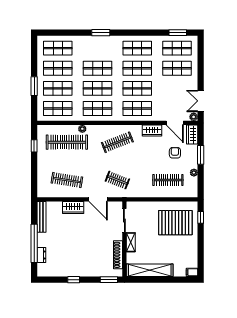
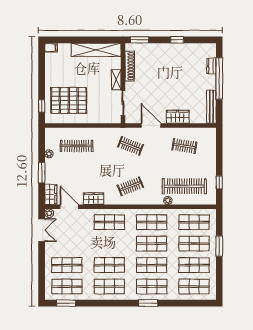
shop shelf: (137, 88) -> (152, 287), moved
clothes rail: (117, 142) -> (130, 186), width x0.73
armchair: (175, 153) -> (69, 175), removed
clothes rail: (67, 180) -> (184, 146), width x0.73

